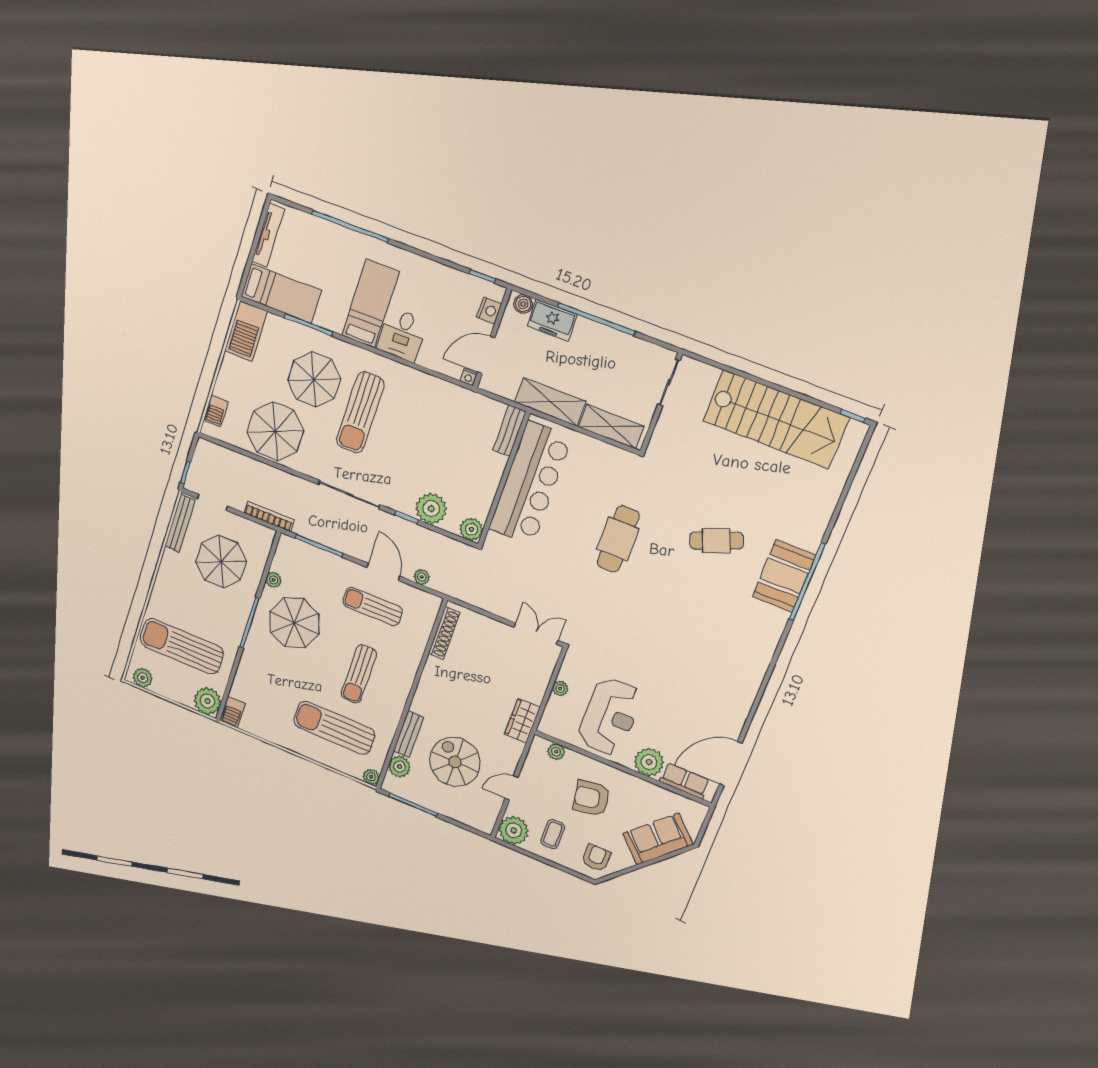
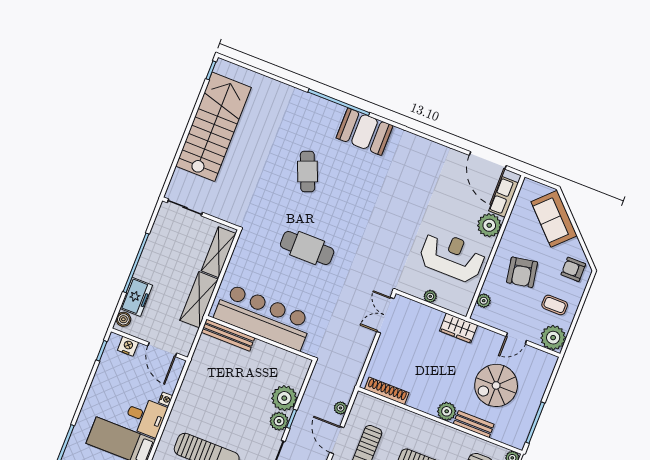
nightstand: (469, 377) -> (166, 399), moved
bench: (509, 431) -> (228, 335), width x1.36
plant: (471, 529) -> (279, 421), moved
door: (383, 572) -> (337, 440), hinge flipped
booth: (784, 576) -> (365, 132), moved
plant: (400, 767) -> (447, 411), moved
door: (511, 788) -> (516, 338), hinge flipped

